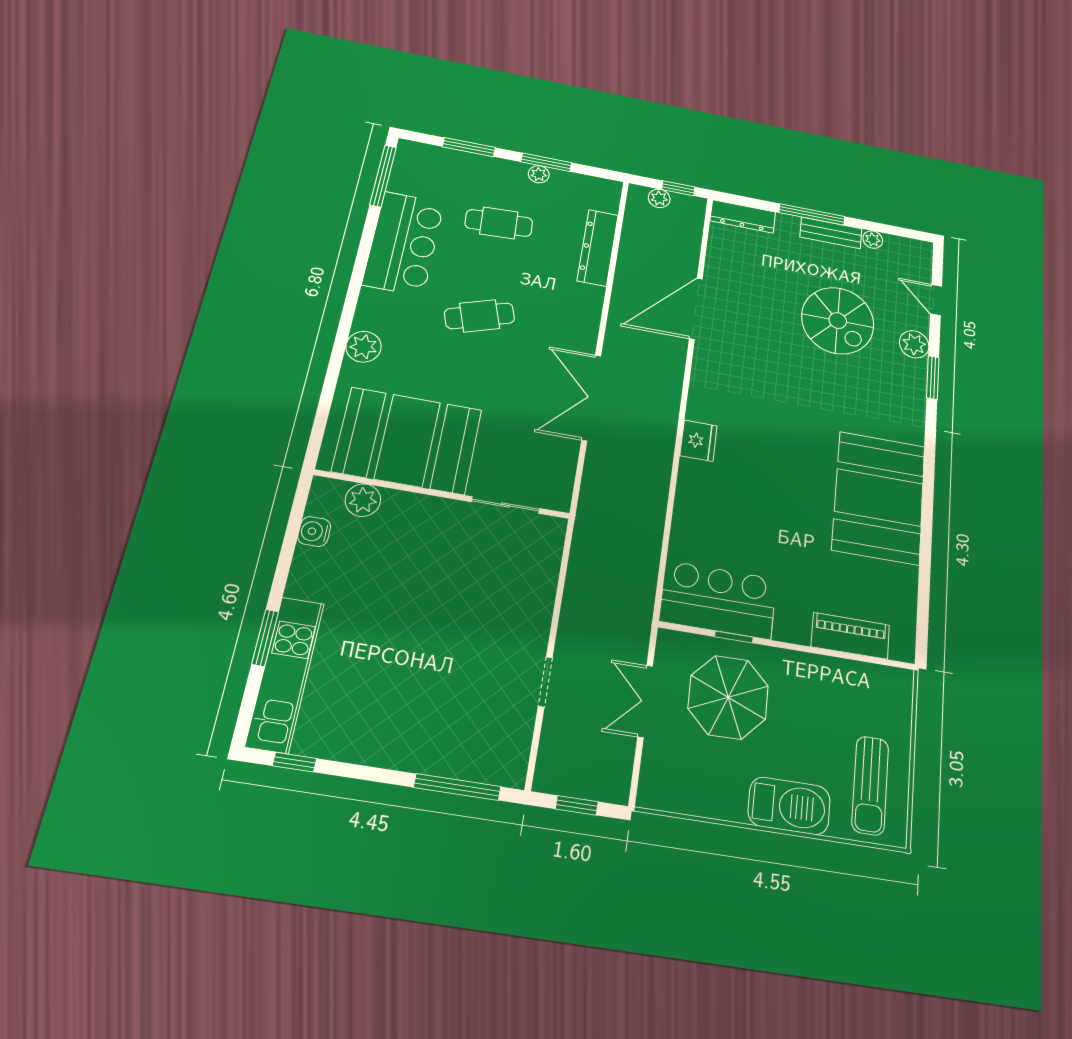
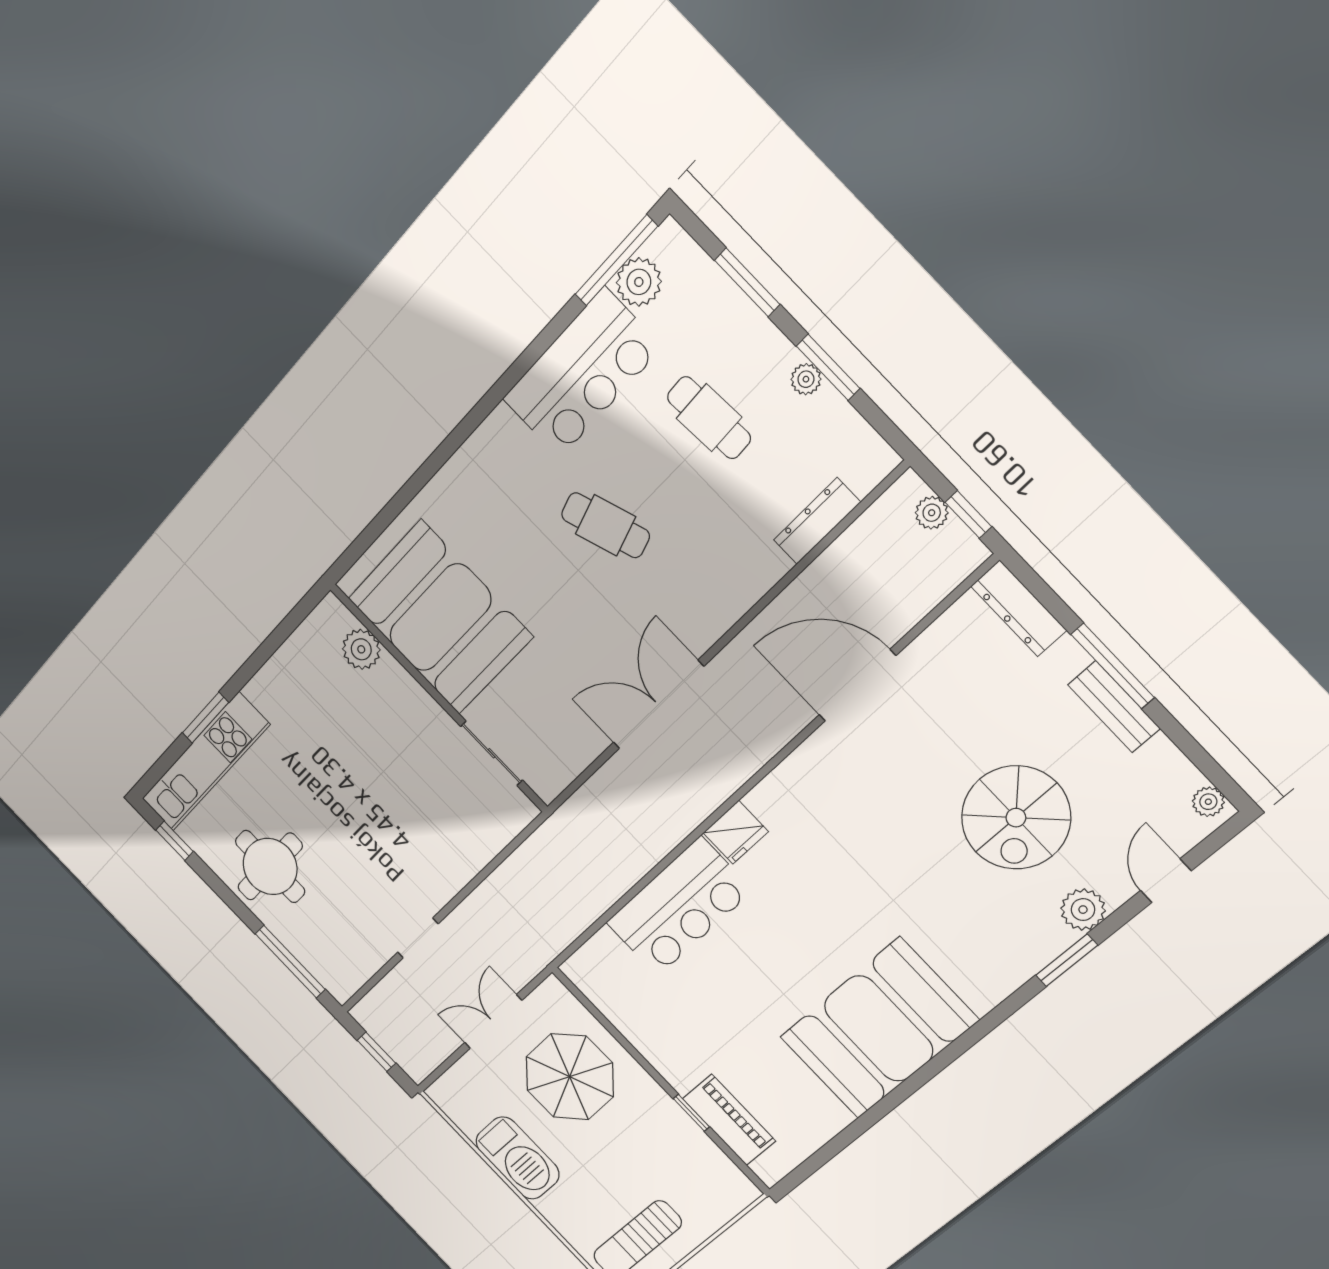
plant: (873, 240) -> (1208, 802), moved
dresser: (598, 248) -> (817, 521), width x0.73, depth x0.80
plant: (364, 347) -> (639, 282), moved
water cooler: (314, 532) -> (300, 648), removed
bar counter: (718, 600) -> (679, 907), moved, turned 90
window: (734, 637) -> (691, 1113), moved
round table: (391, 719) -> (270, 866), added
barbecue: (789, 806) -> (517, 1158), moved

